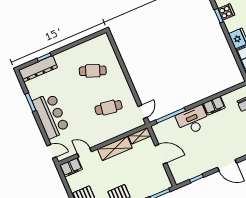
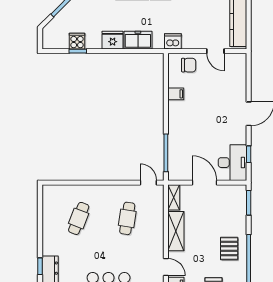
filing cabinet: (214, 106) -> (176, 94), width x0.50
desk: (193, 120) -> (232, 163), moved, turned 180
door: (84, 153) -> (166, 267), swing flipped
door: (161, 154) -> (204, 183), hinge flipped

